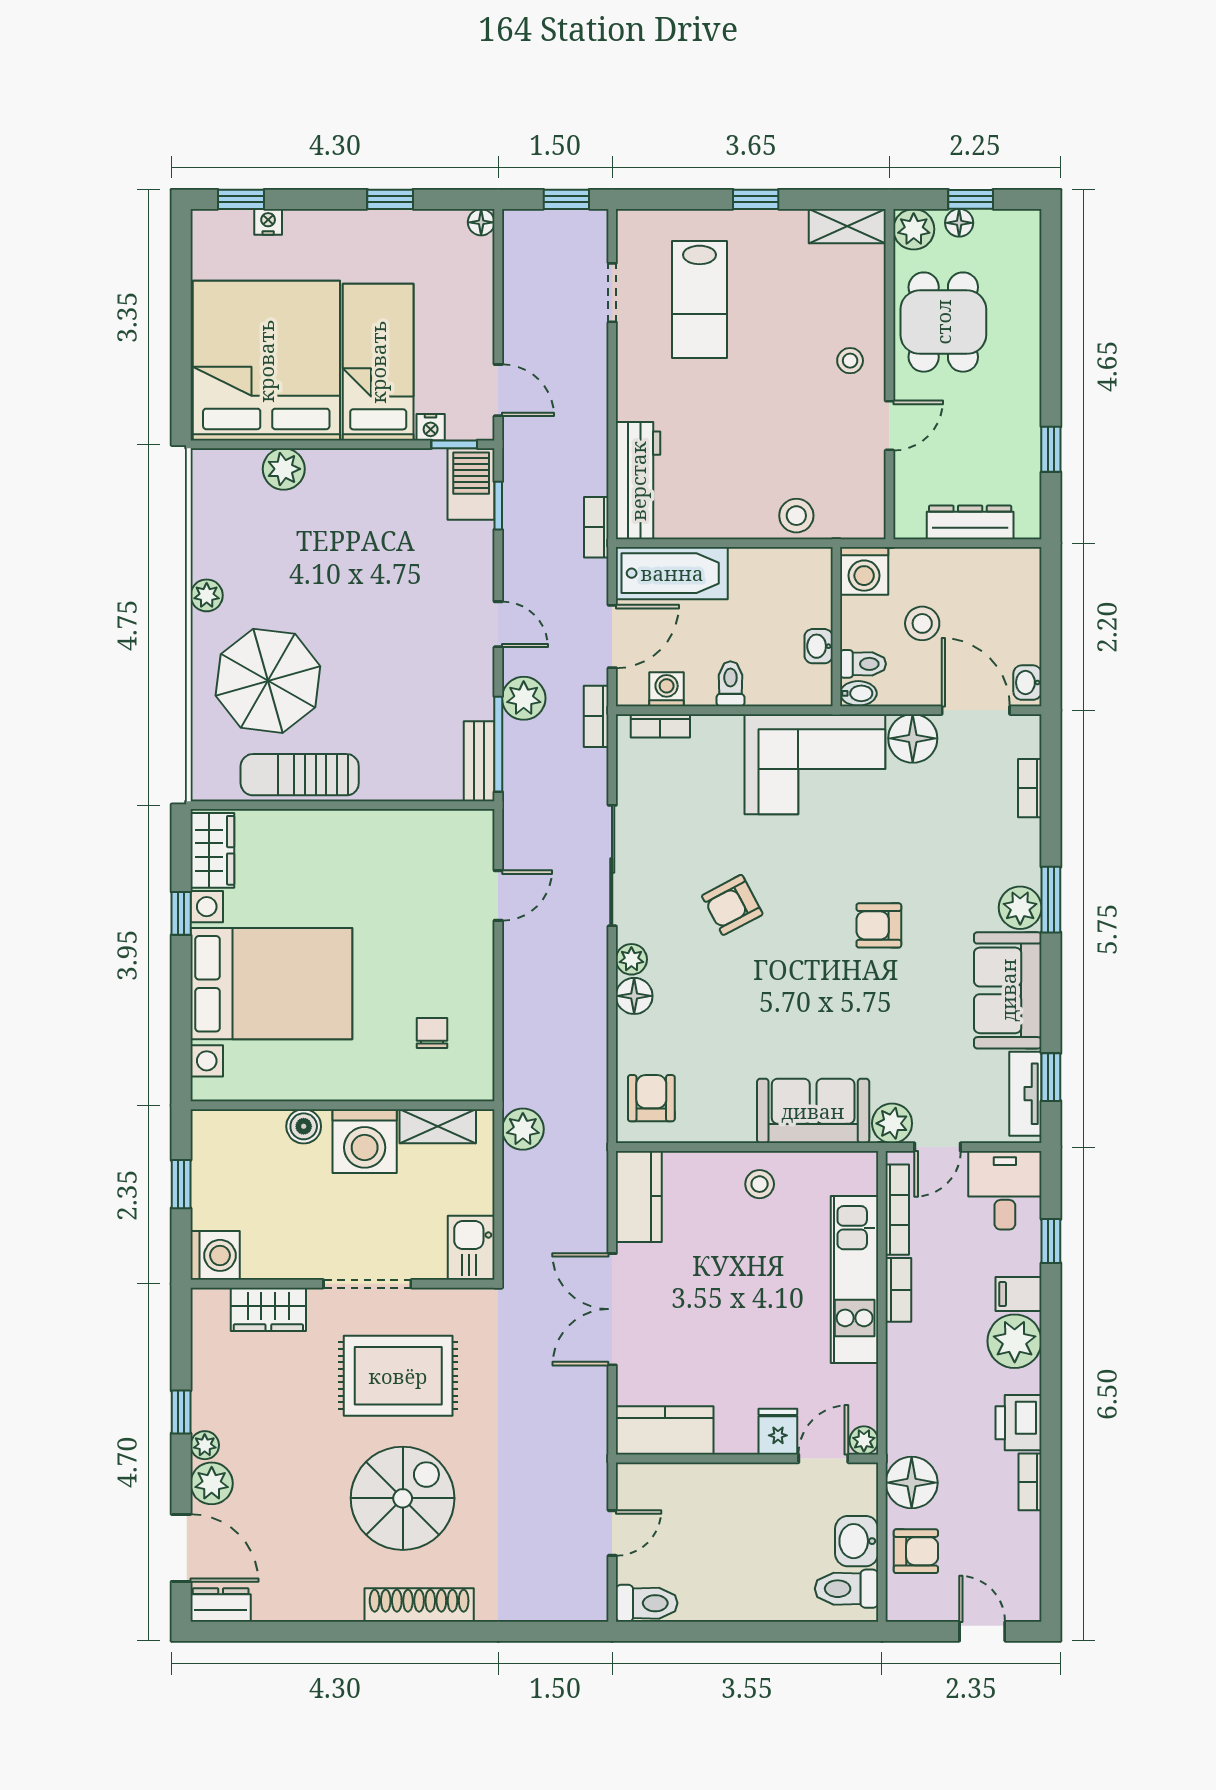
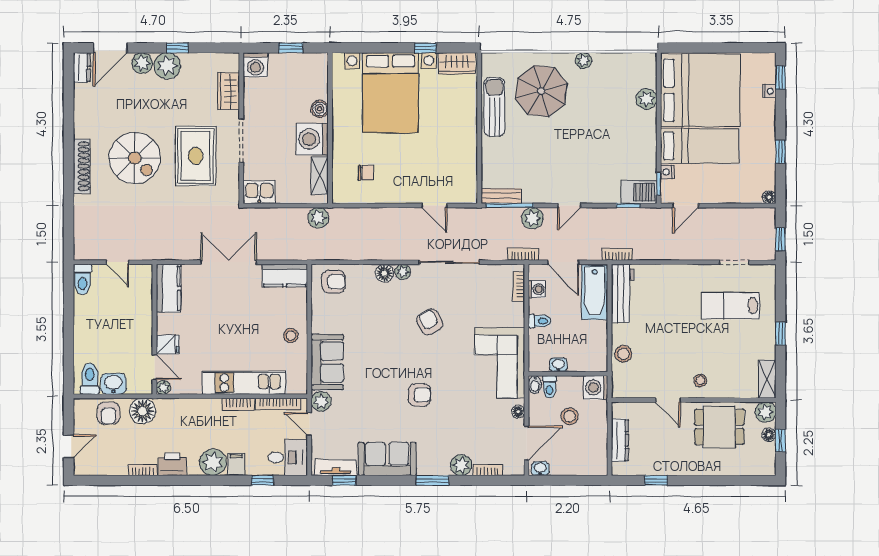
workbench: (638, 481) -> (622, 293), moved, turned -90
floor lamp: (913, 738) -> (518, 412), width x0.53, depth x0.53
plant: (1020, 908) -> (461, 465), moved
armchair: (879, 925) -> (420, 395), turned 90
plant: (205, 1445) -> (167, 66), width x1.88, depth x1.88

